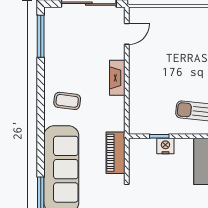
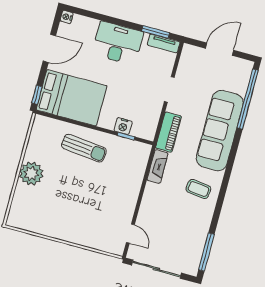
door: (127, 34) -> (130, 234), swing flipped
fireplace: (117, 78) -> (157, 167), moved

